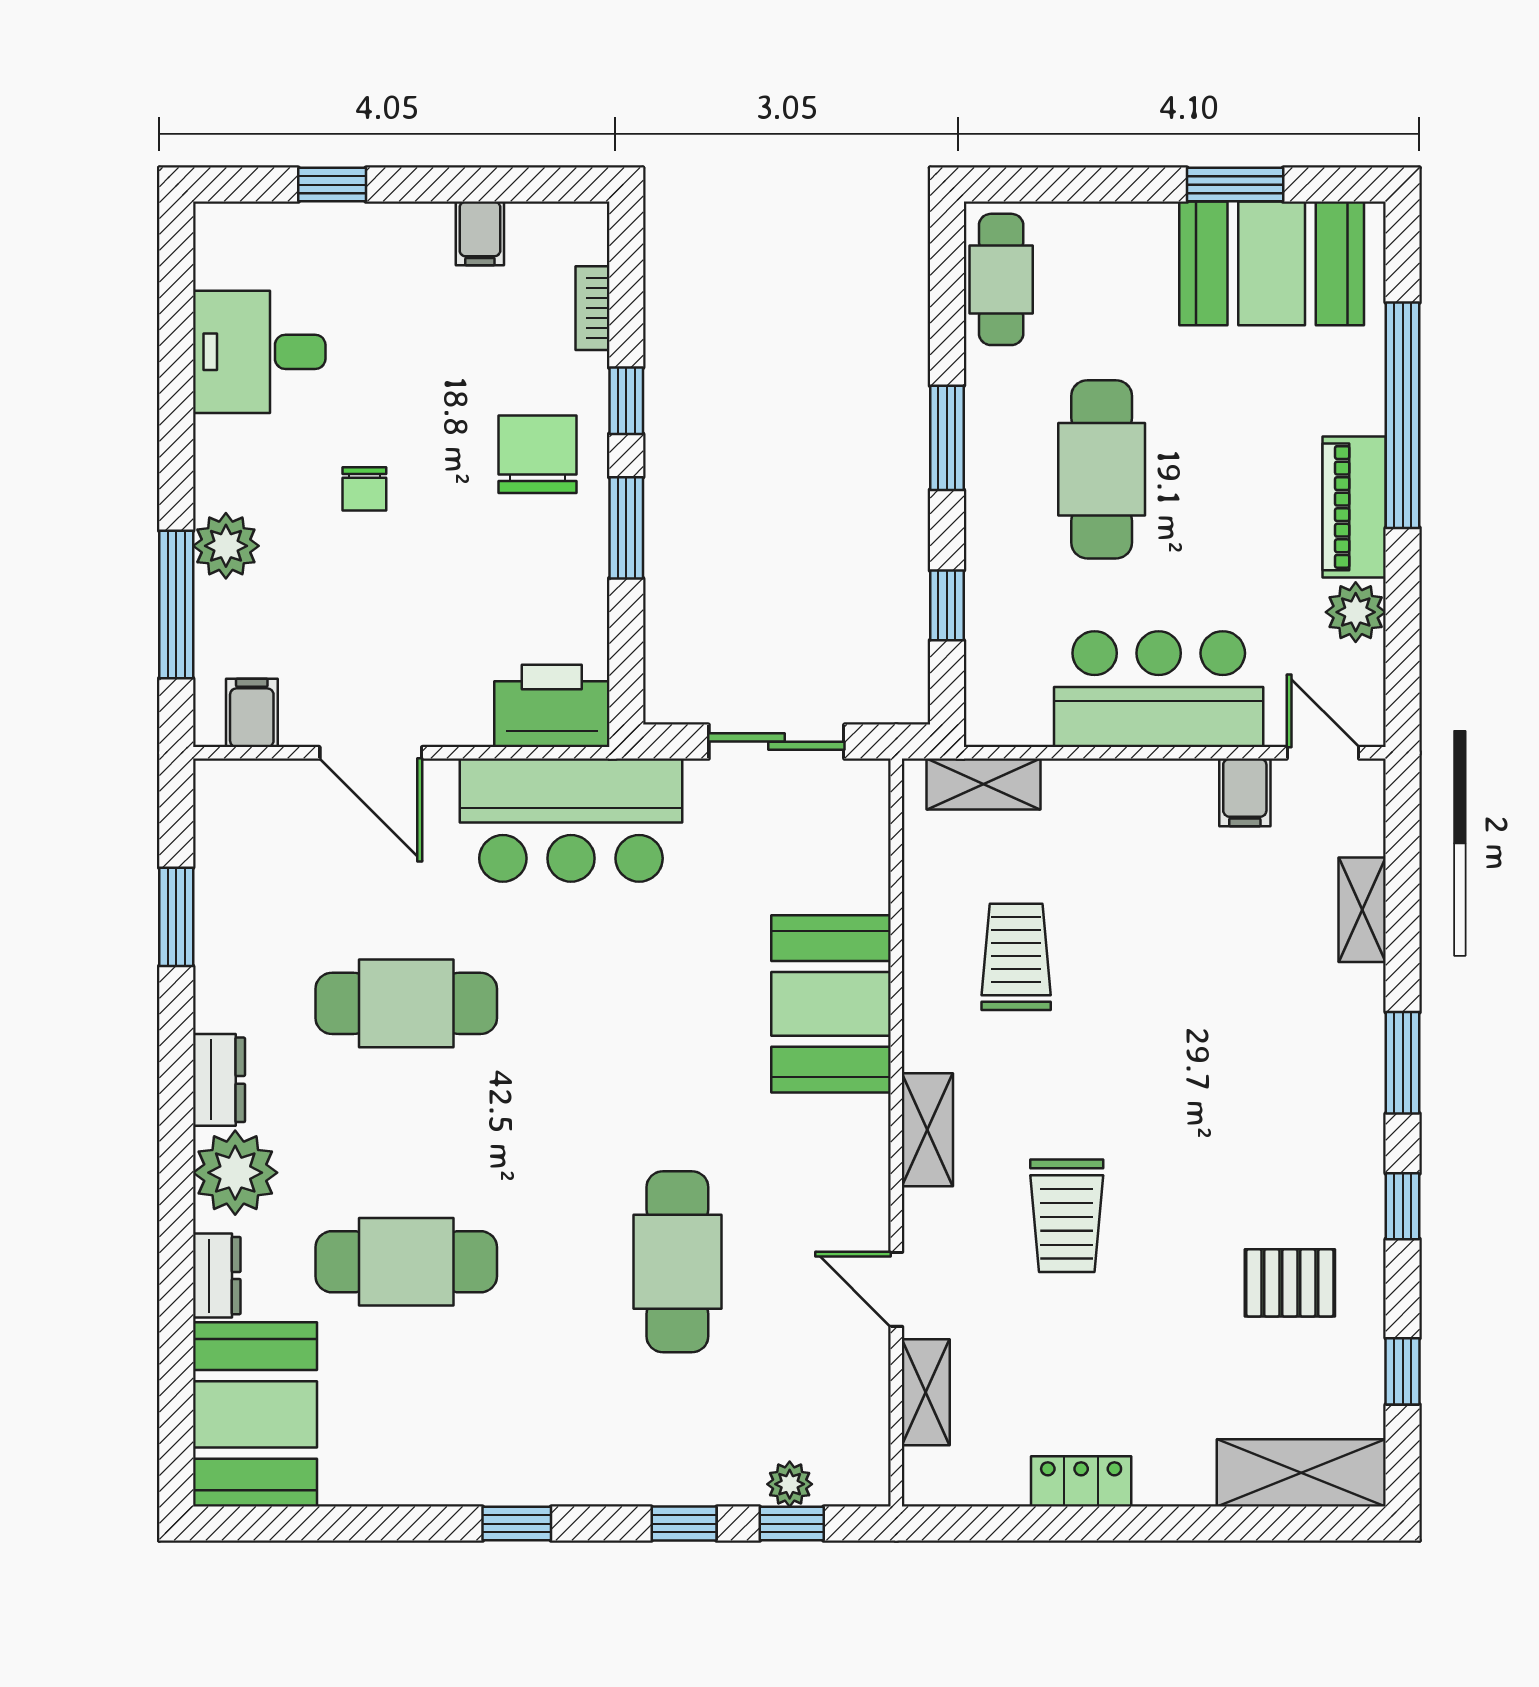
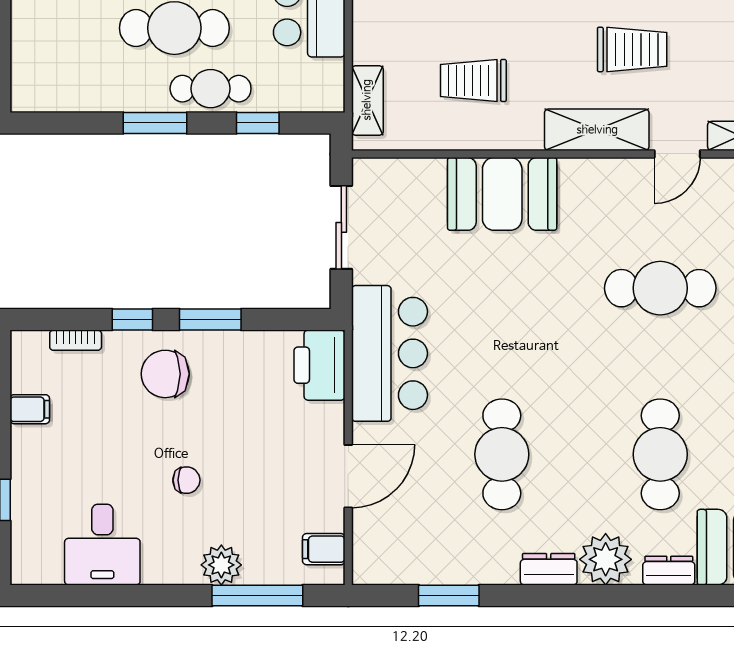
cafe table: (1001, 279) -> (211, 89), moved
shelving: (927, 1130) -> (597, 130), width x1.50, depth x1.33

